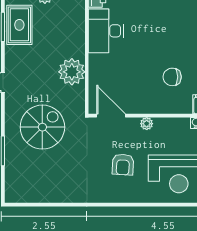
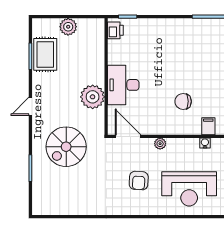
desk: (106, 31) -> (123, 85), moved
spiral stairs: (42, 127) -> (66, 147), turned 180

